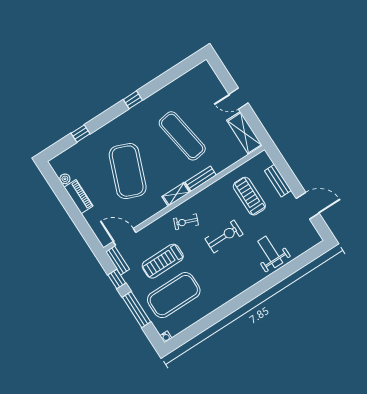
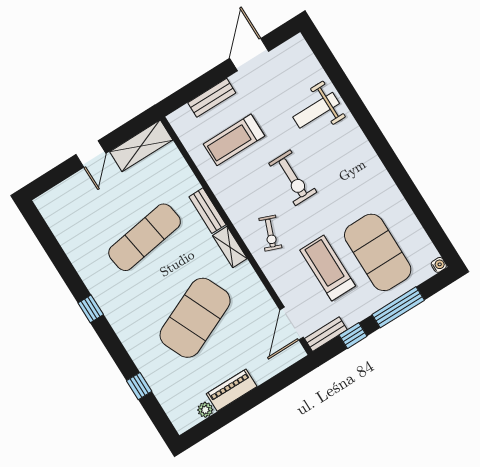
exercise mat: (128, 171) -> (195, 318), turned -45
exercise bike: (224, 237) -> (293, 178), turned 180
treadmill: (163, 261) -> (328, 268), turned 180

